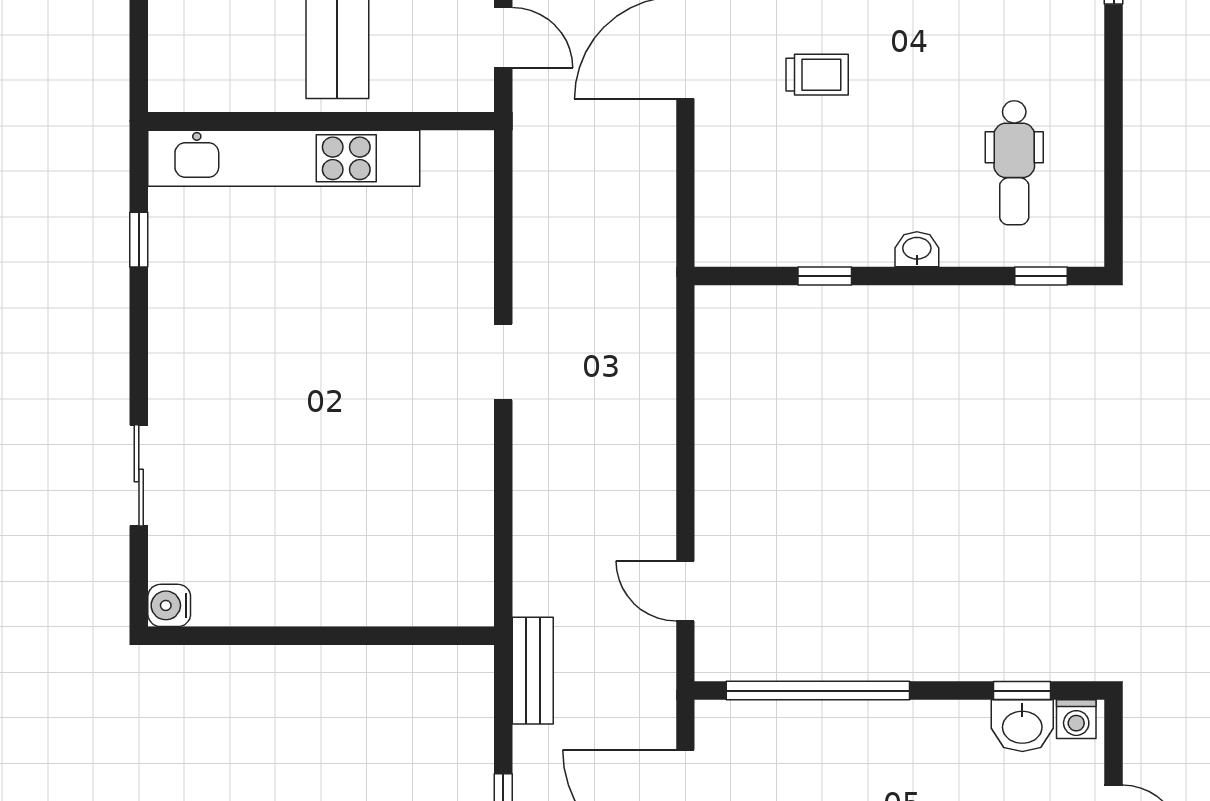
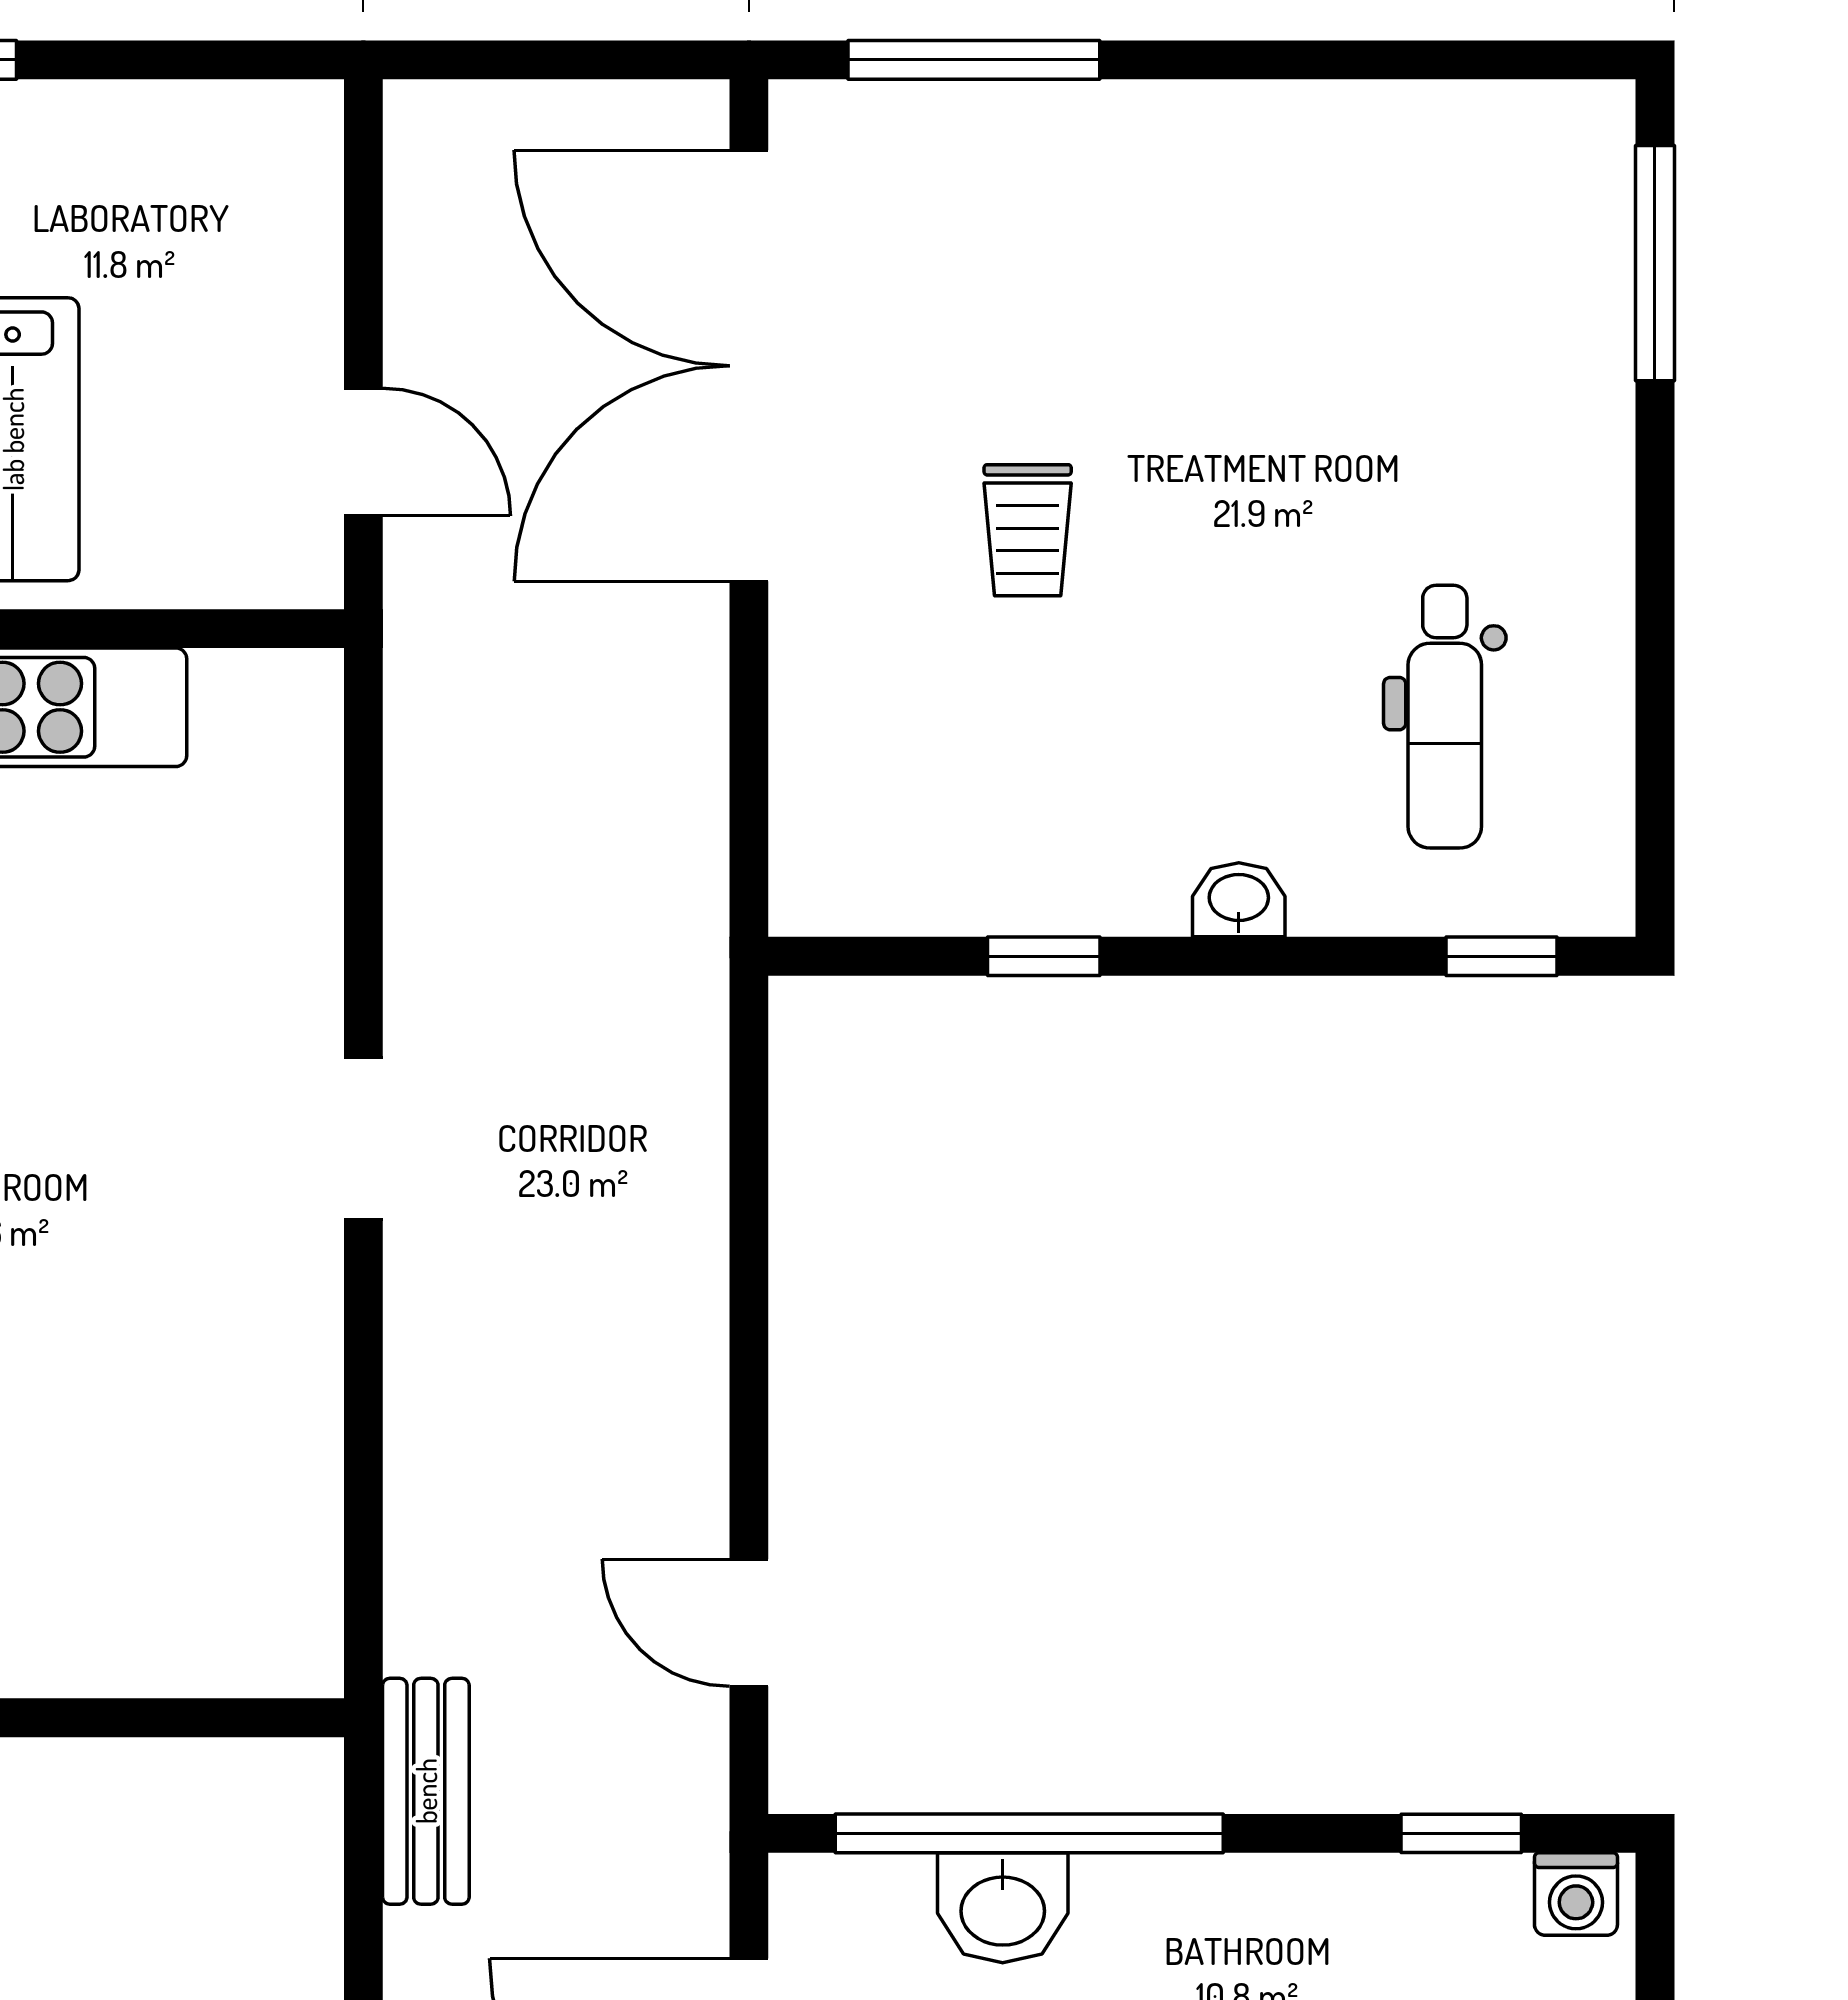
trolley: (817, 75) -> (1028, 530), turned 90
washbasin: (1022, 726) -> (1003, 1908), moved

